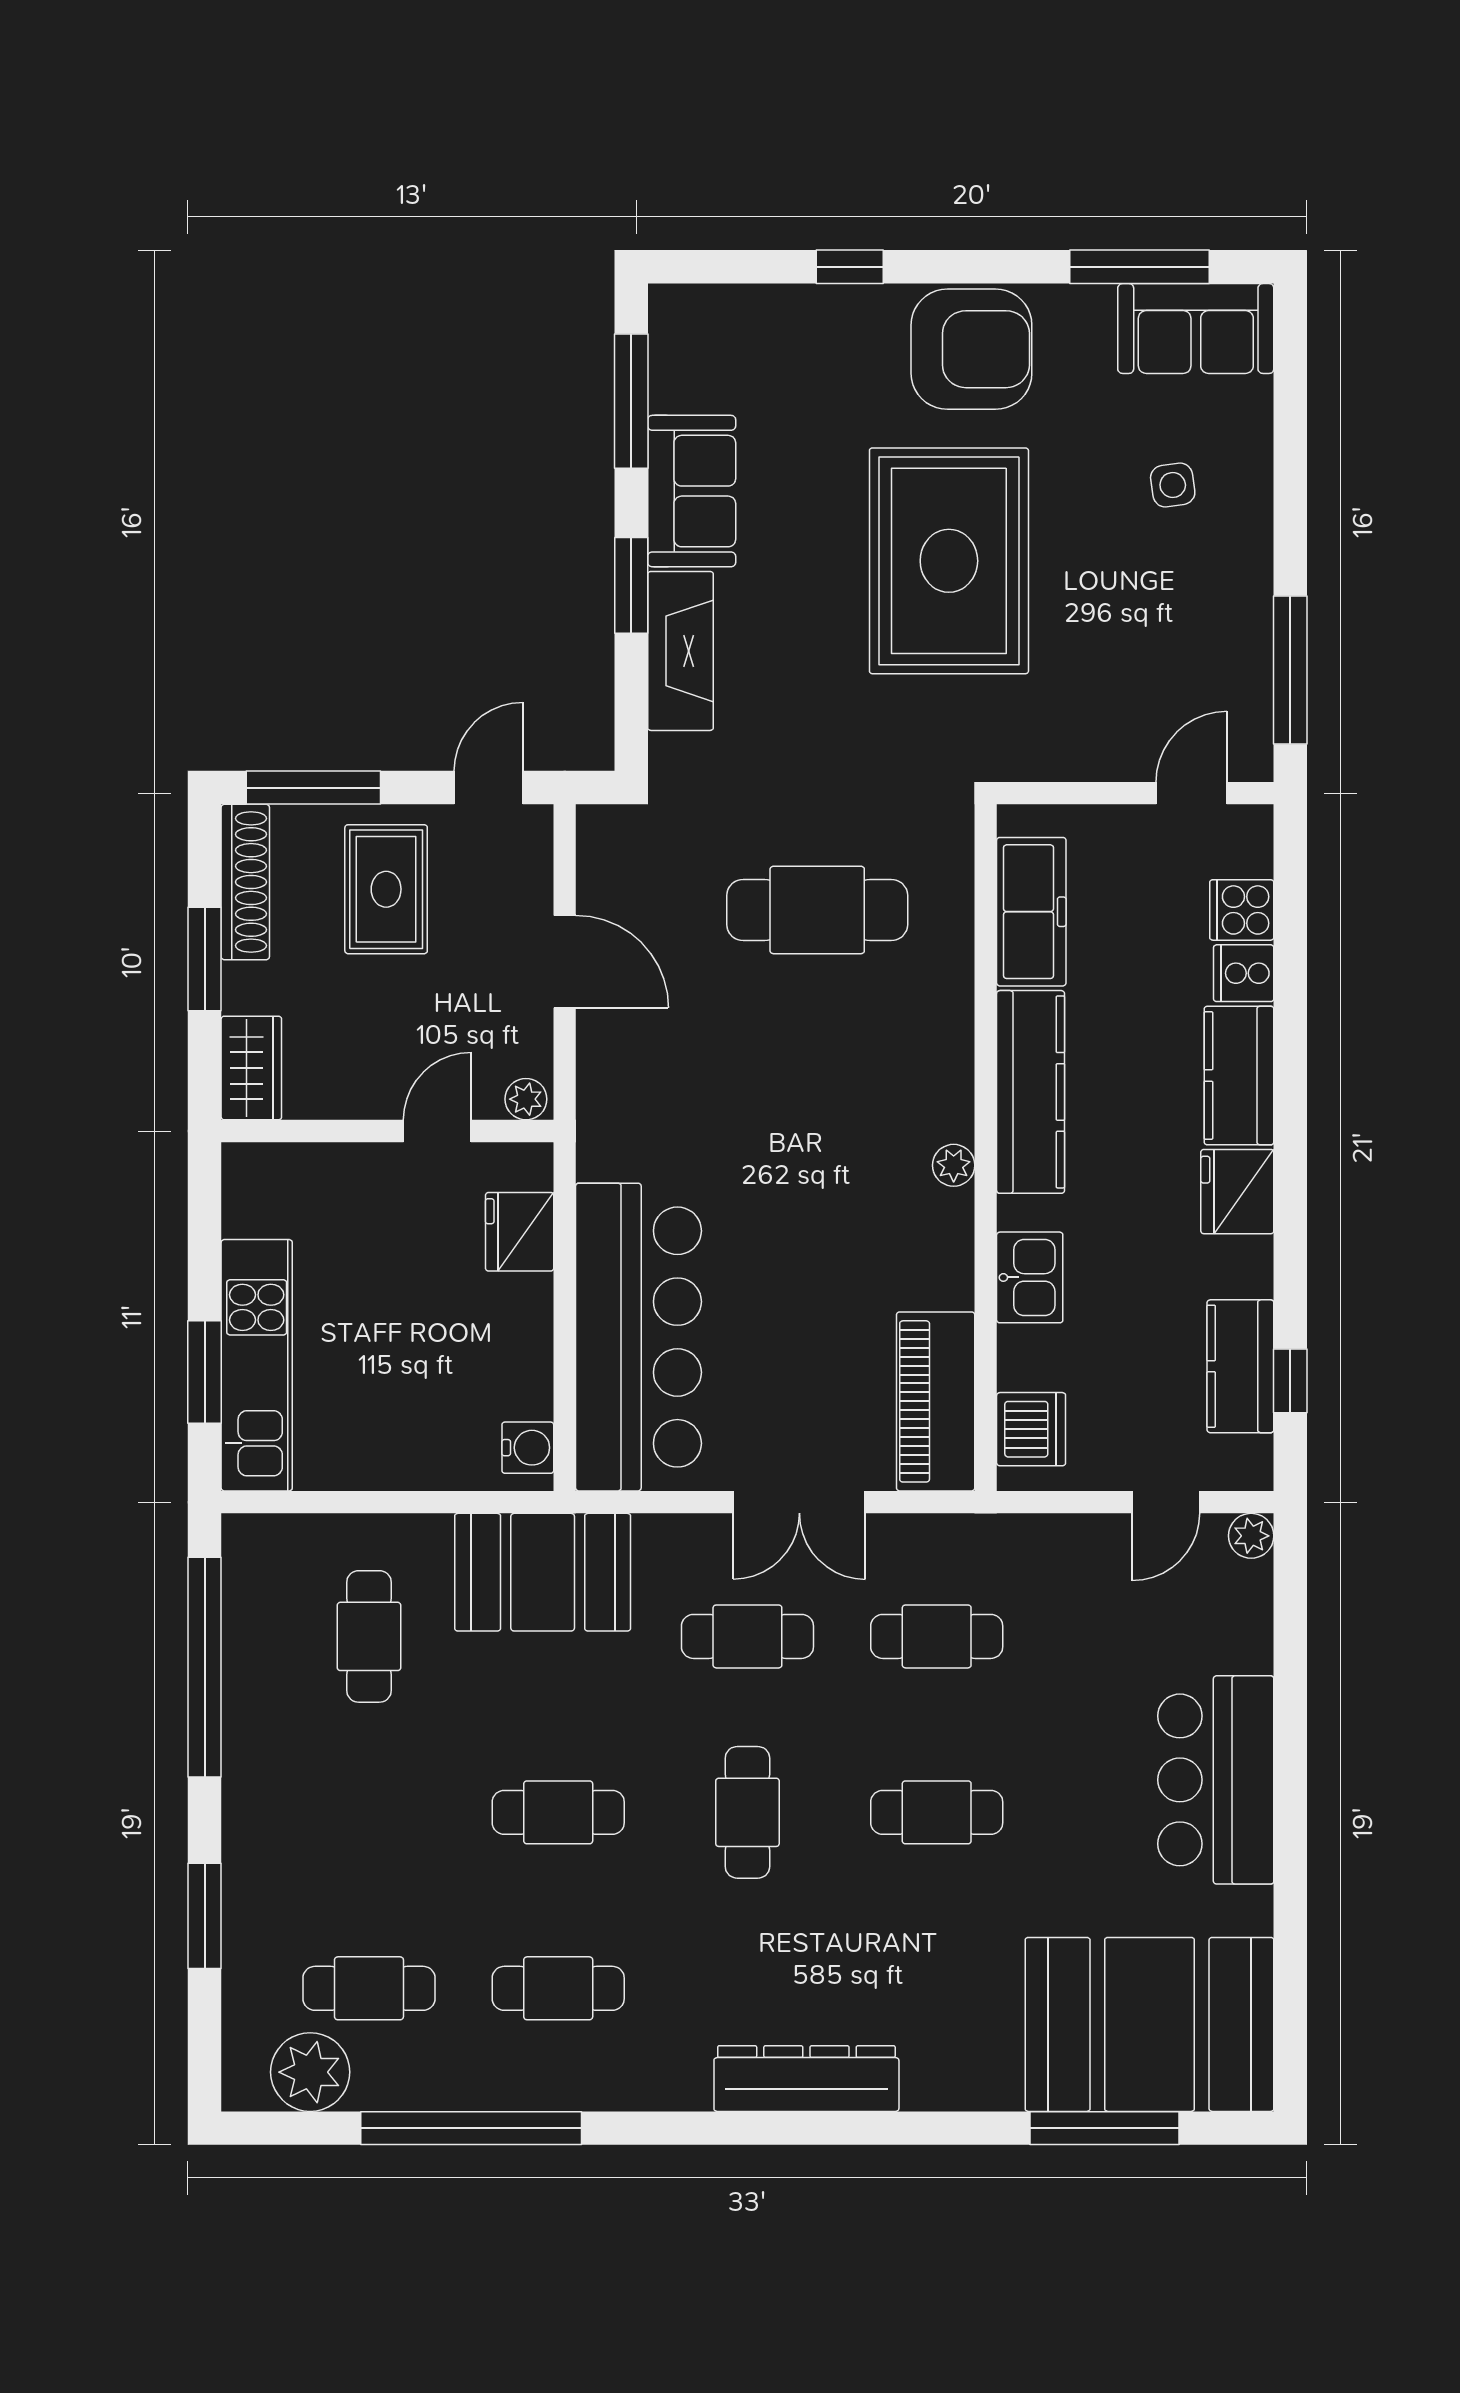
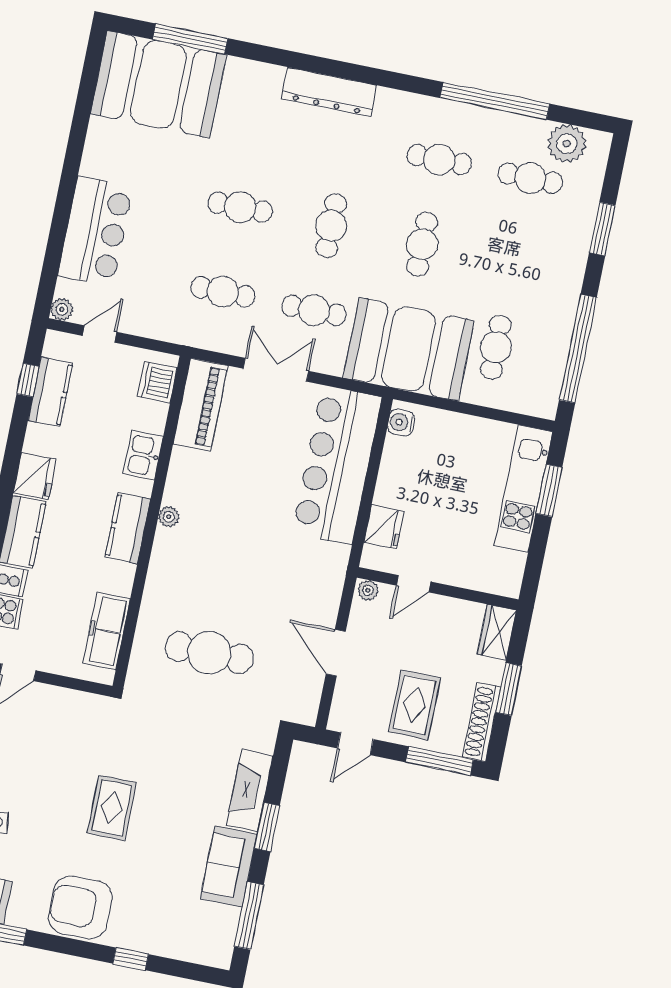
rug: (949, 561) -> (112, 808), width x0.54, depth x0.49
kitchen counter: (1031, 1092) -> (128, 528), width x0.67
booth: (543, 1572) -> (409, 349), width x1.36, depth x1.42
bar counter: (1216, 1780) -> (95, 232), moved
cafe table: (558, 1812) -> (422, 244), turned 90

